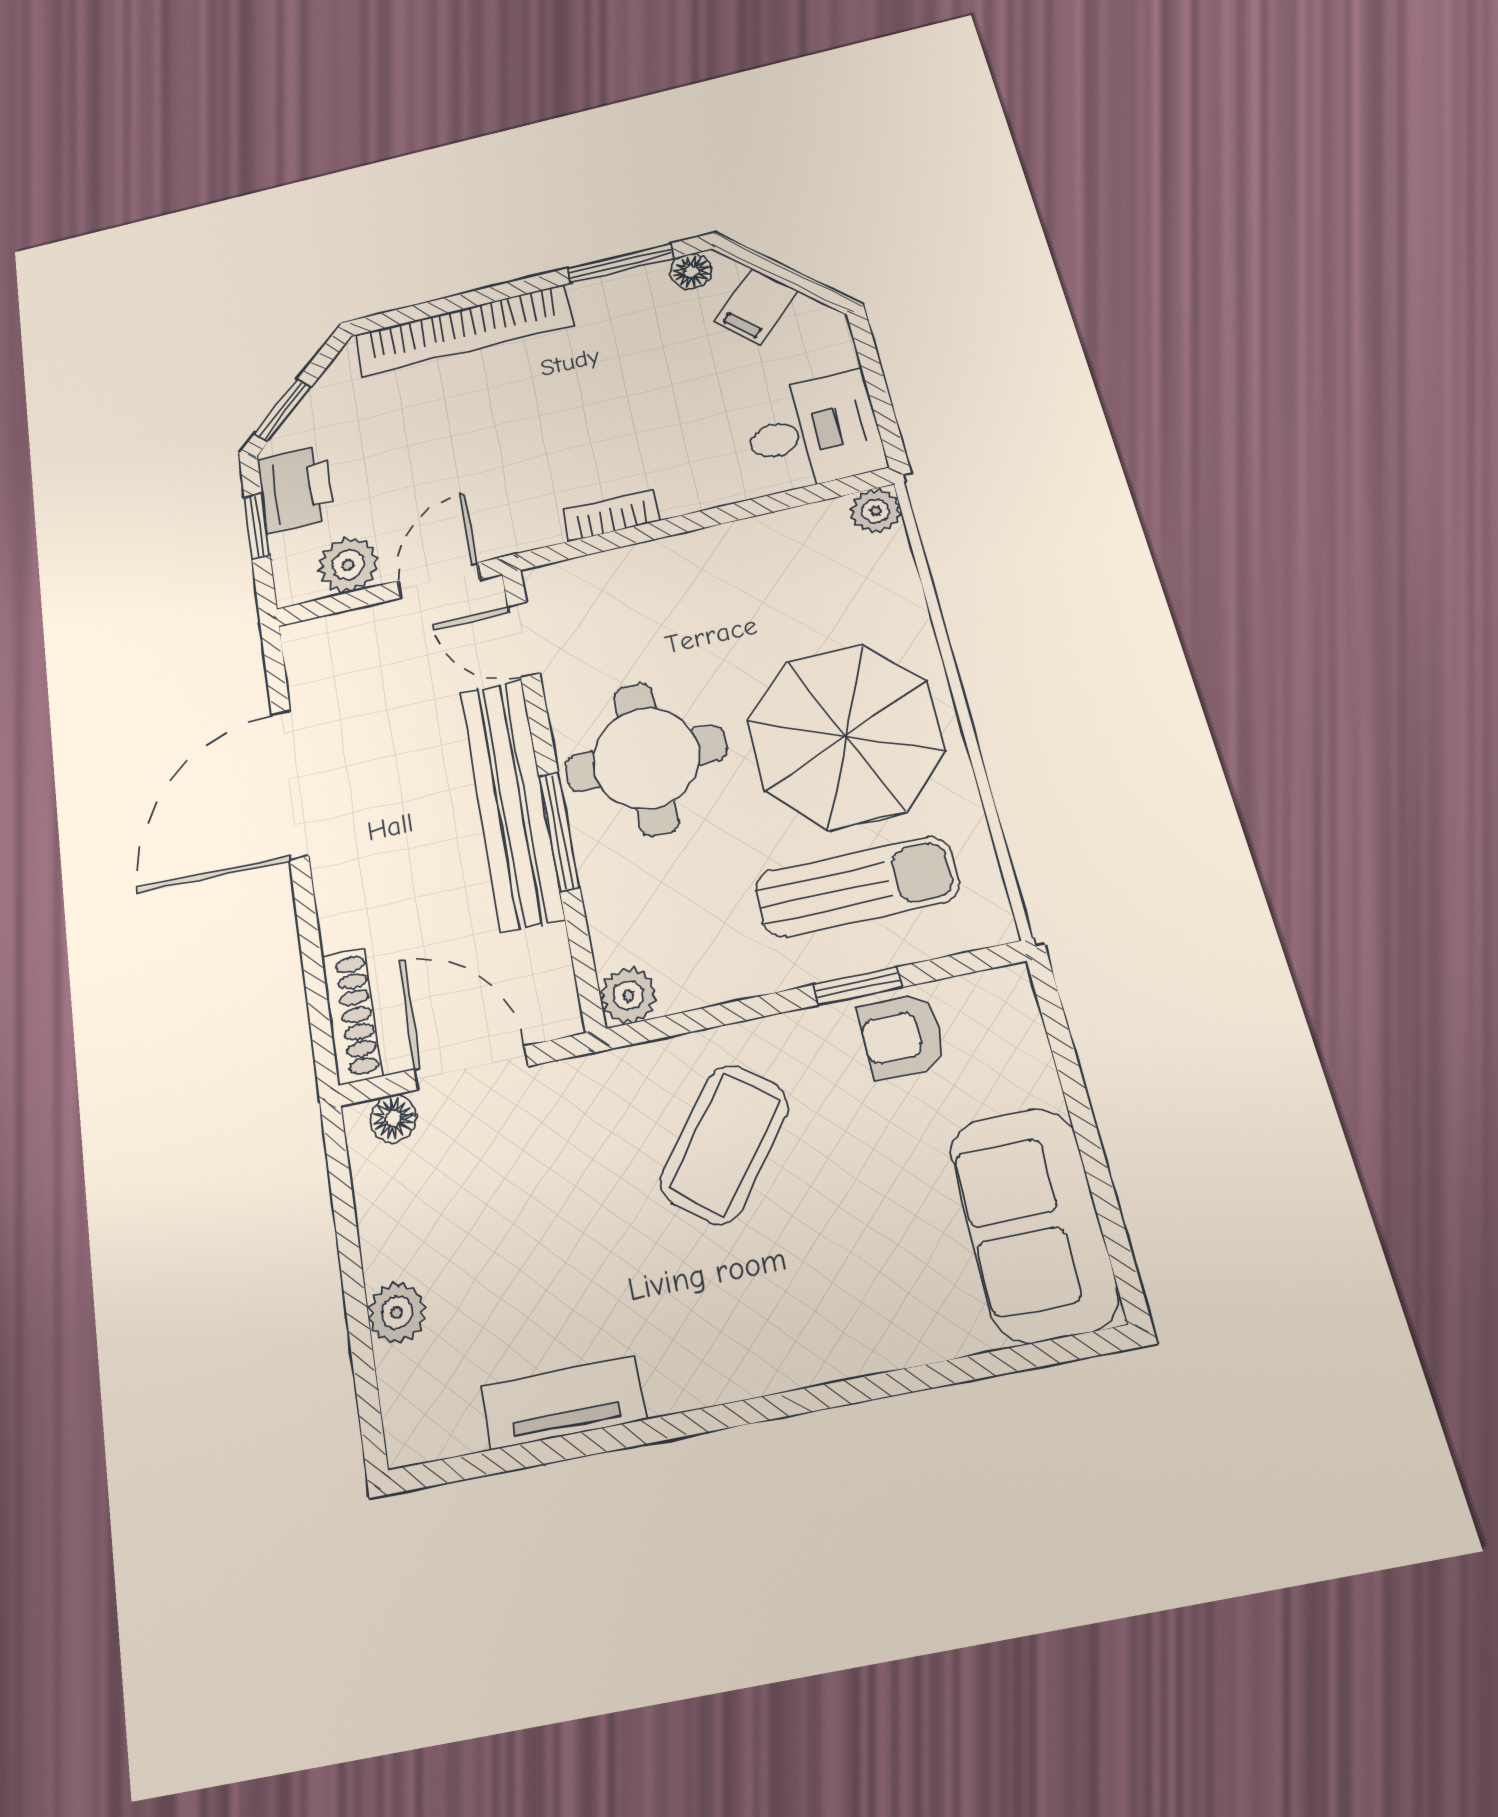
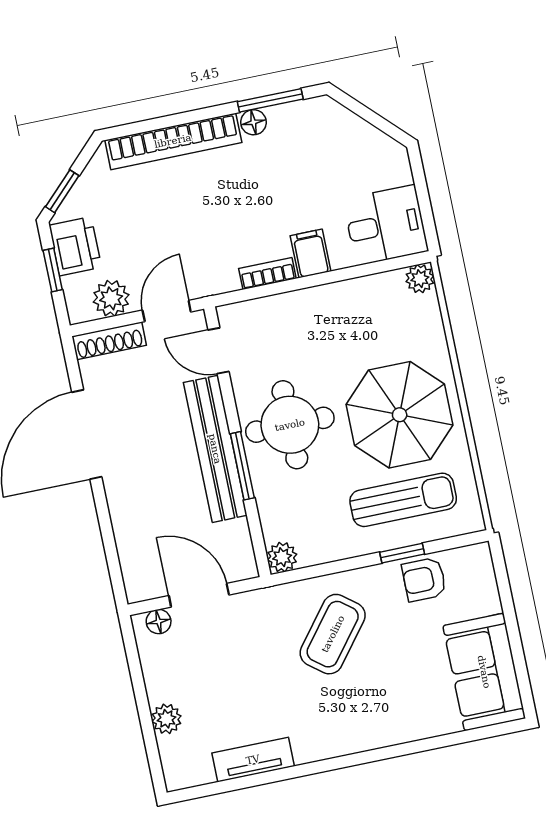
floor lamp: (691, 272) -> (253, 122), moved
filing cabinet: (756, 306) -> (311, 254), moved, turned 135
shoe rack: (351, 1016) -> (109, 341), moved, turned 90

